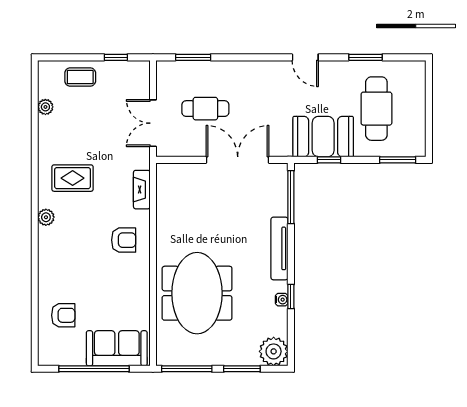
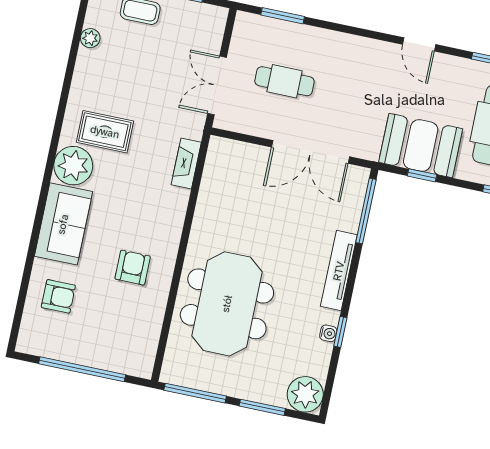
double door: (238, 160) -> (310, 152), swing flipped
plant: (46, 217) -> (73, 166), width x1.87, depth x1.87
armchair: (124, 240) -> (133, 268), moved, turned -90
sofa: (117, 348) -> (63, 224), moved, turned 90

